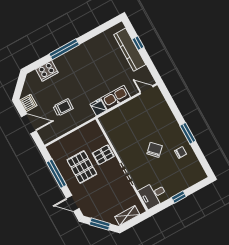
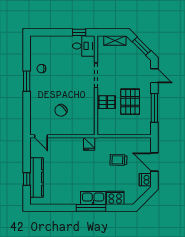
kitchen sink: (116, 98) -> (93, 198), moved, turned 180
chair: (155, 150) -> (61, 110), moved
window: (179, 197) -> (79, 32), moved

